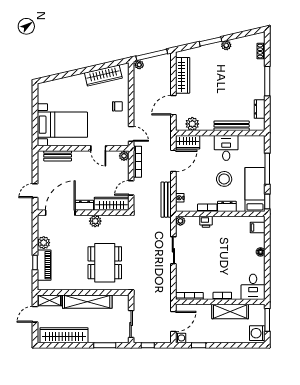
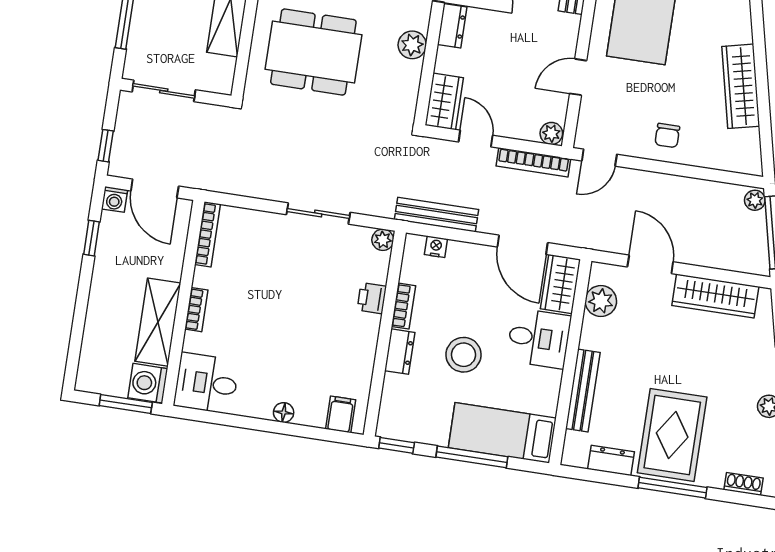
wardrobe: (103, 76) -> (741, 86), moved
rug: (245, 85) -> (672, 435), added
desk: (226, 148) -> (539, 338), moved
bed: (255, 189) -> (502, 433), moved, turned 180
wardrobe: (112, 204) -> (444, 101), width x0.67
washing machine: (257, 333) -> (148, 383), moved, turned -90
window: (148, 345) -> (106, 146), moved

